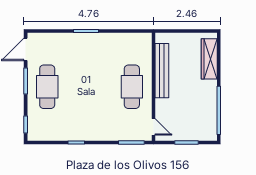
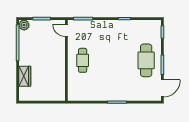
wardrobe: (209, 59) -> (25, 76), width x0.67
bench: (162, 71) -> (60, 72), removed
cafe table: (132, 87) -> (83, 60), width x0.73, depth x0.74
plant: (210, 134) -> (24, 25), added

